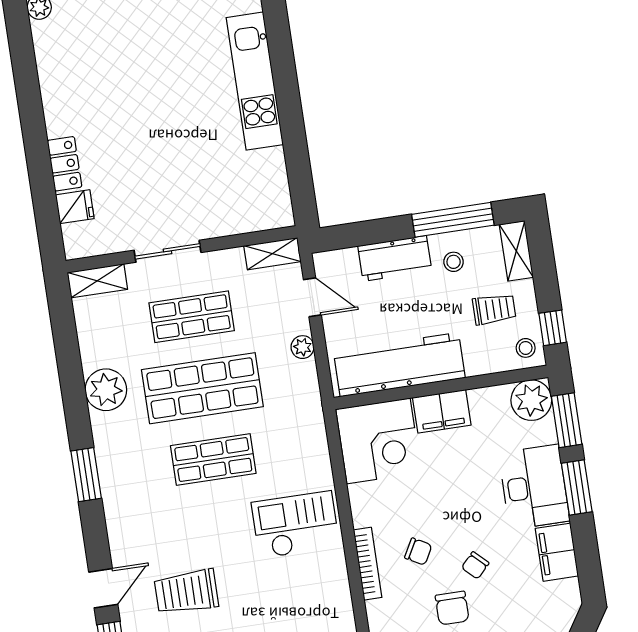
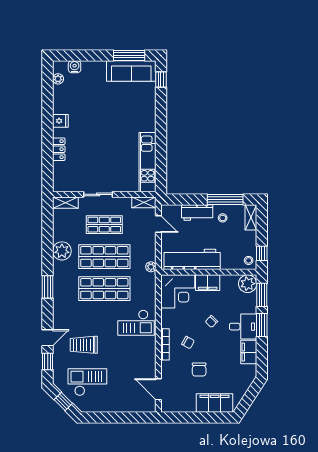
kitchen unit: (255, 81) -> (148, 162), moved
fridge: (75, 207) -> (60, 121), moved
trolley: (494, 309) -> (237, 241), removed
plant: (302, 347) -> (151, 267), moved
shop shelf: (213, 460) -> (104, 289), width x1.43, depth x1.36
desk: (534, 487) -> (243, 327), width x0.73
checkout: (295, 525) -> (136, 323), turned 180
chair: (475, 565) -> (211, 321), moved

